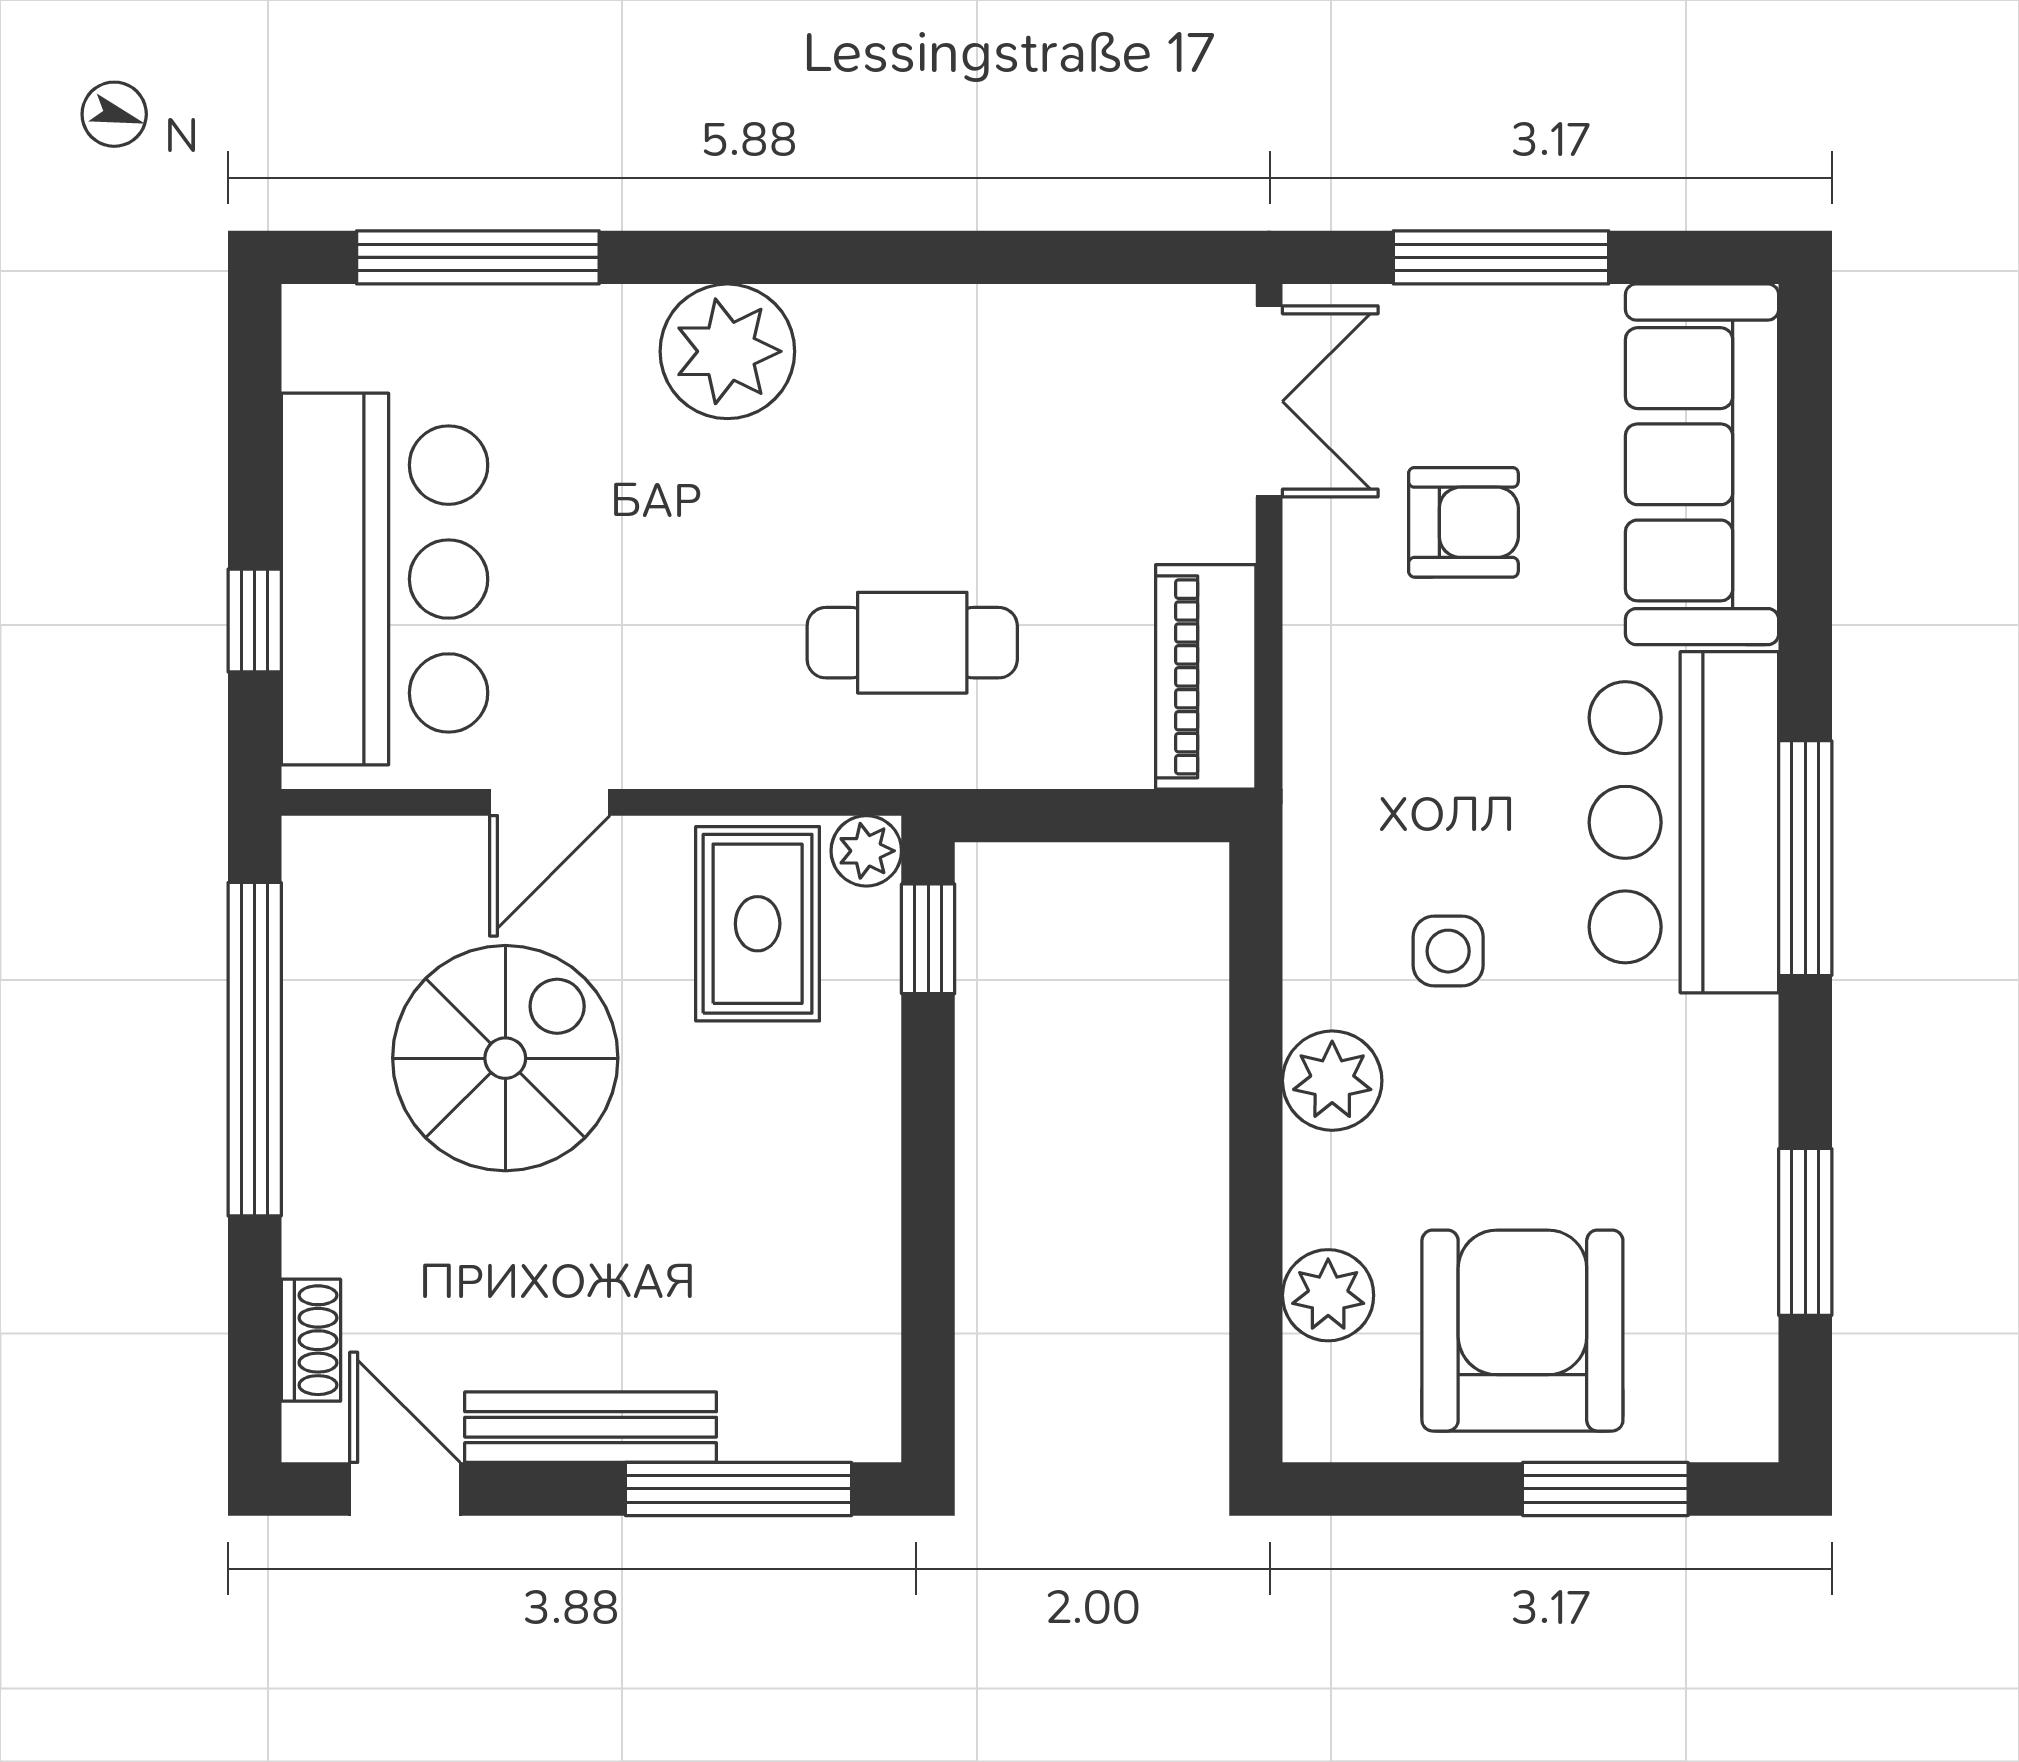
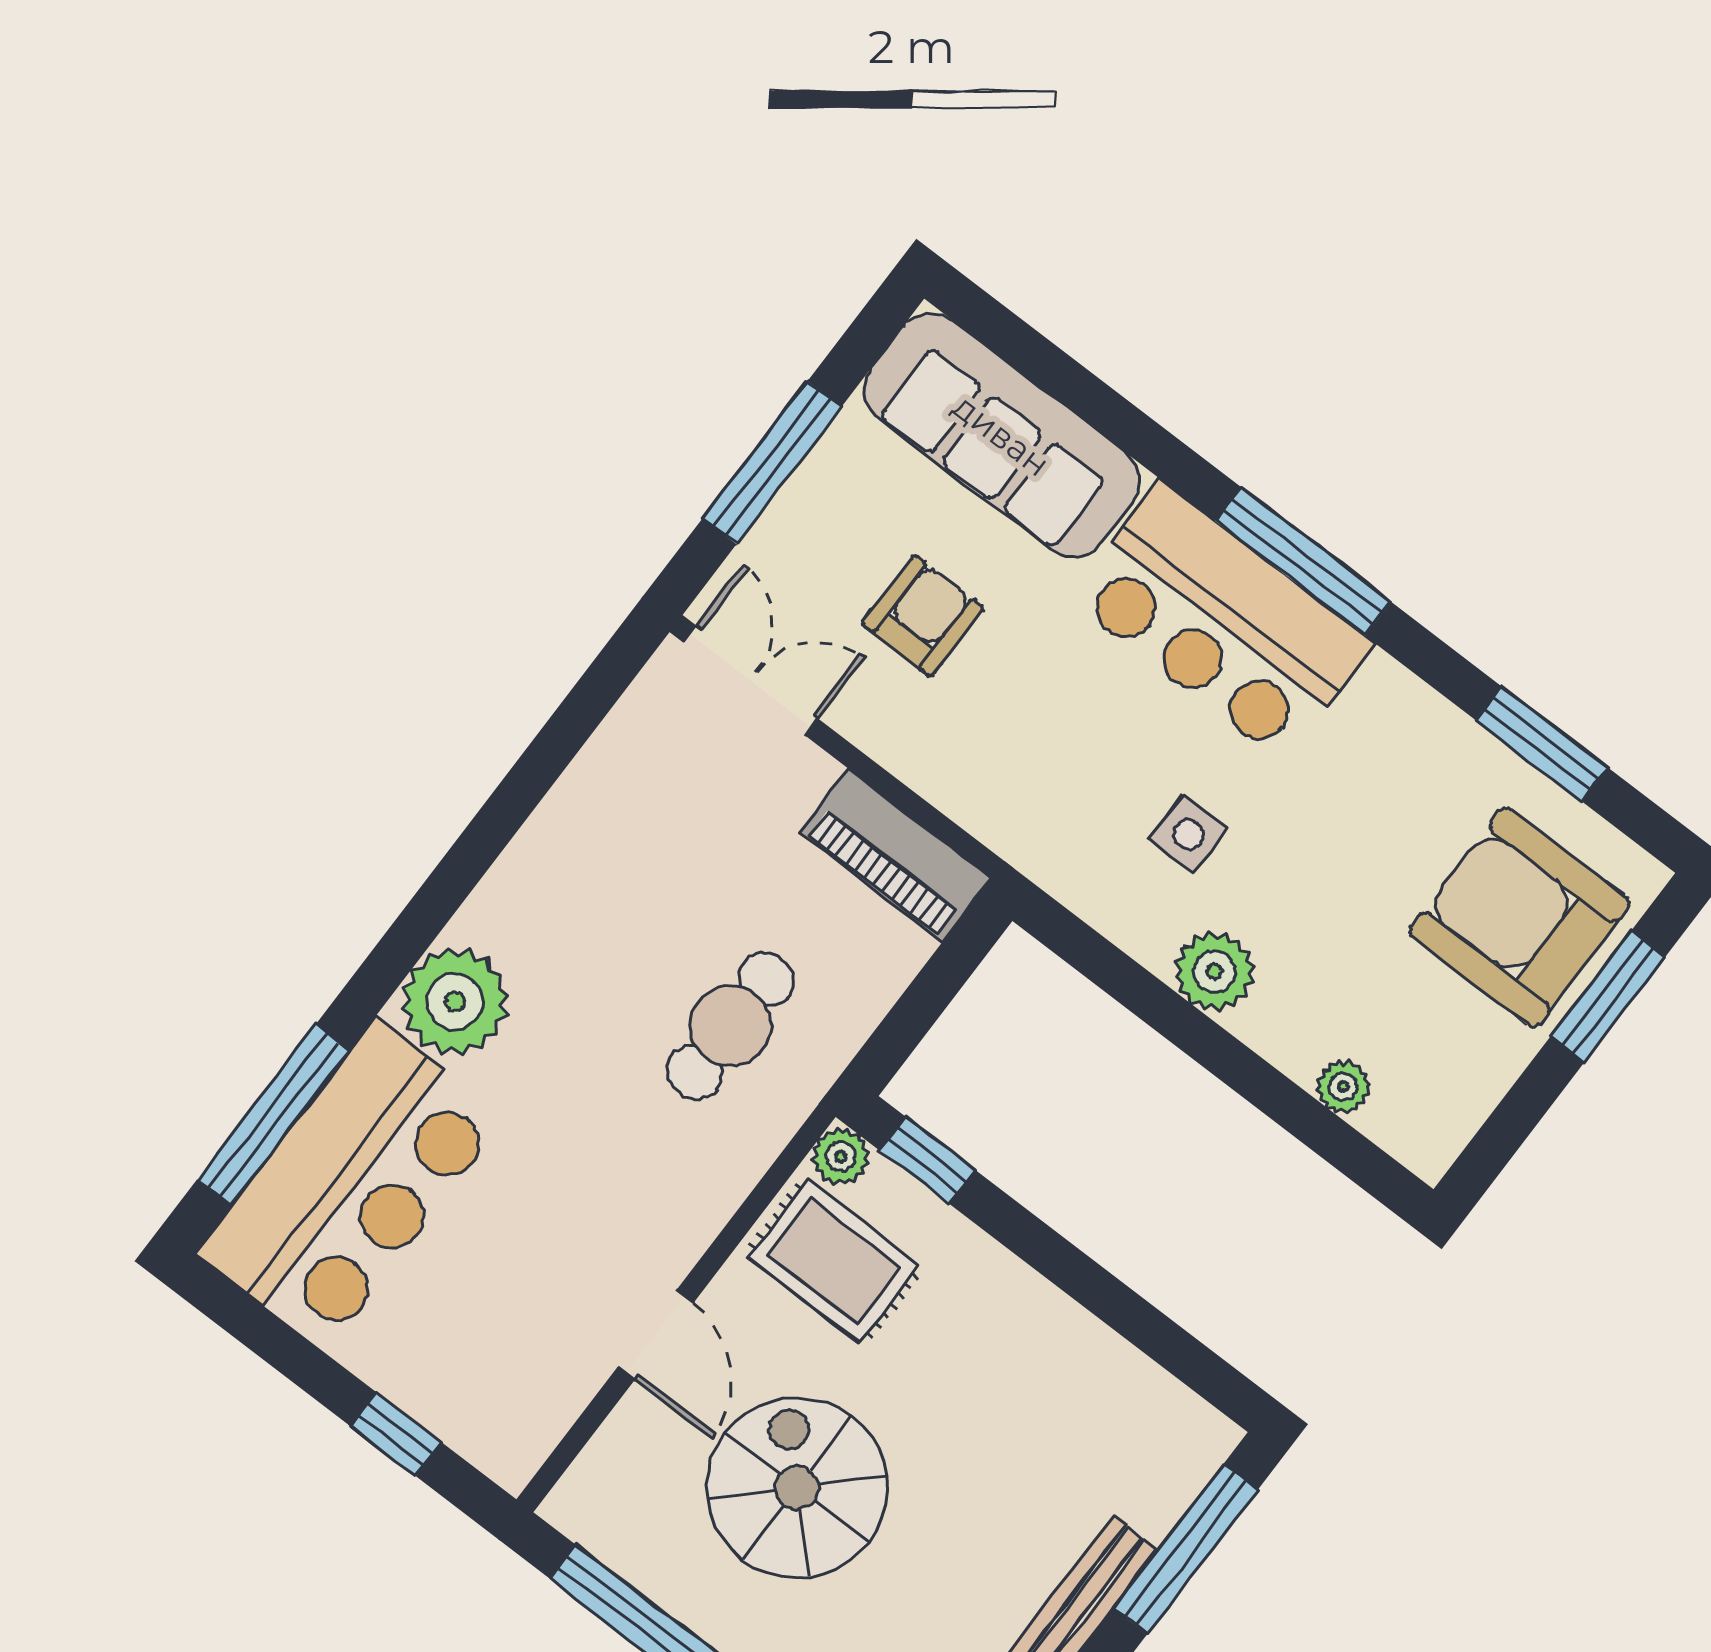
bar counter: (384, 579) -> (351, 1185), moved, turned 90
plant: (1328, 1295) -> (1343, 1087), width x0.73, depth x0.73
armchair: (1522, 1331) -> (1520, 917), moved

